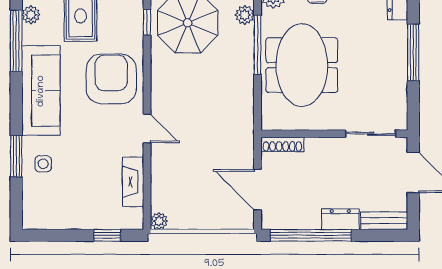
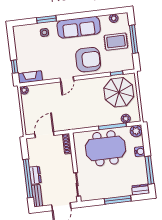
window: (16, 41) -> (101, 13), removed
fireplace: (133, 182) -> (30, 77), moved
window: (311, 235) -> (28, 178), moved

